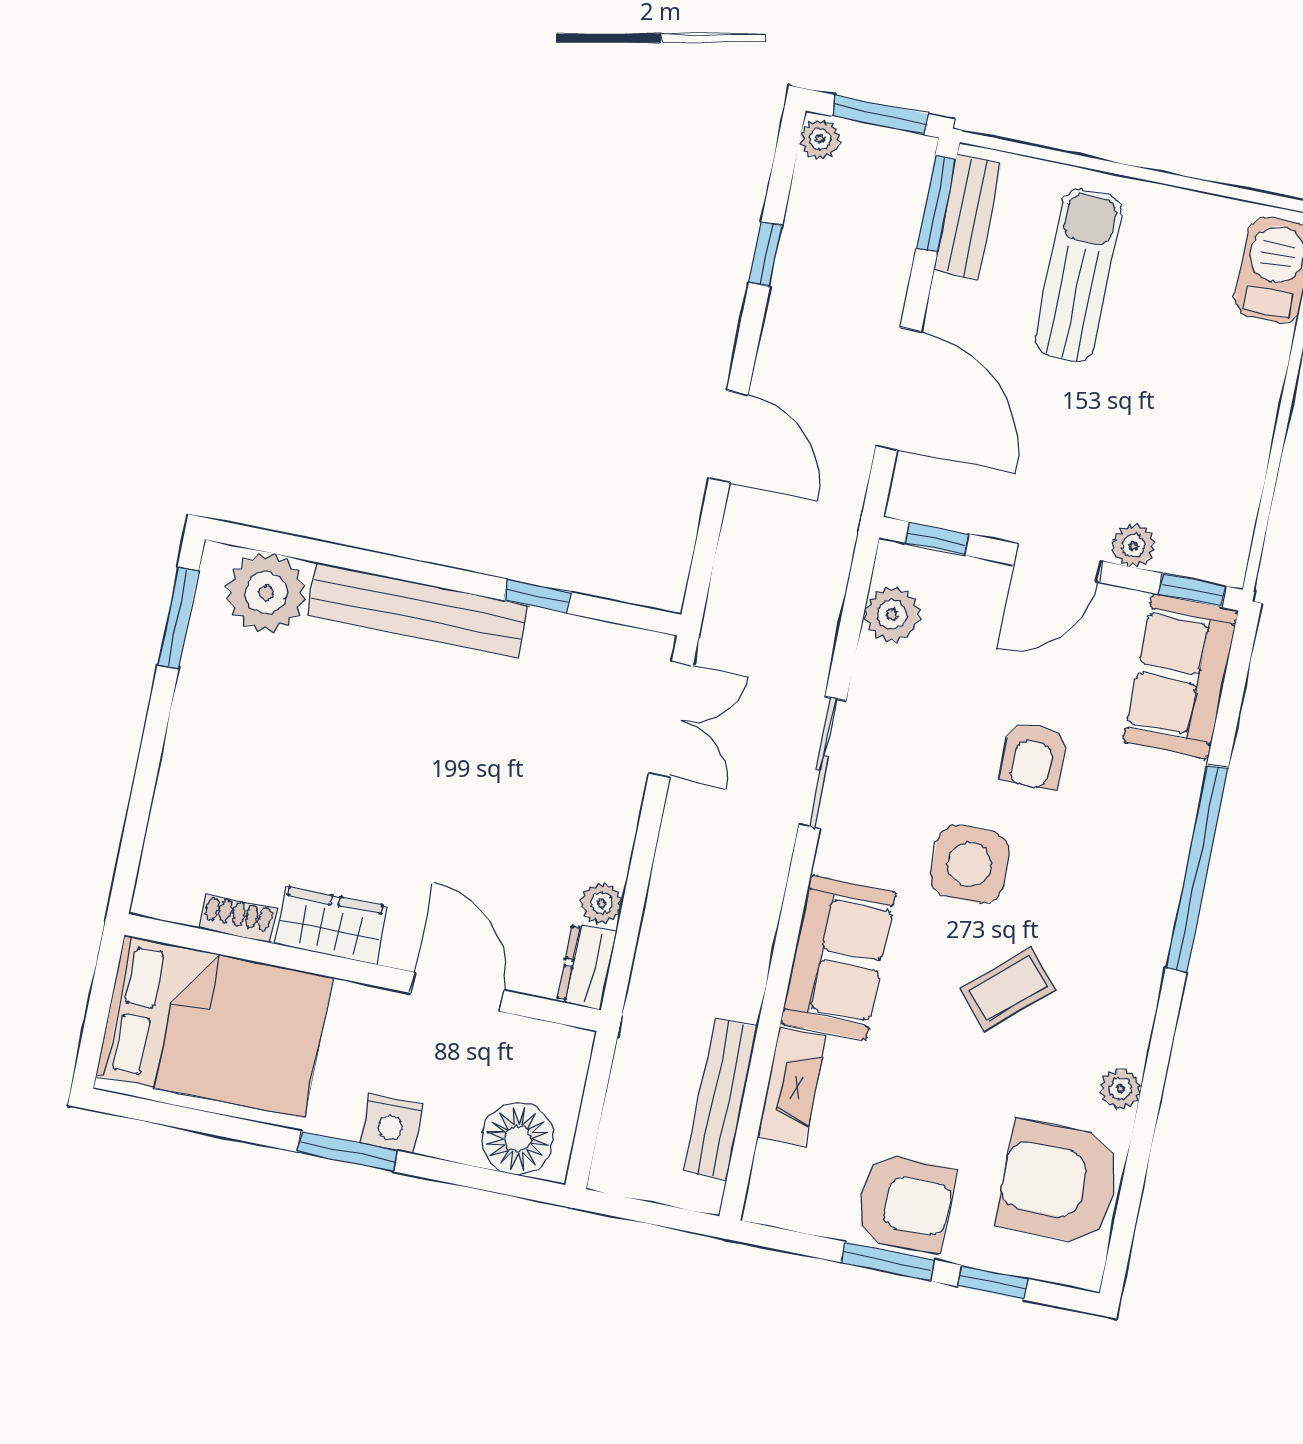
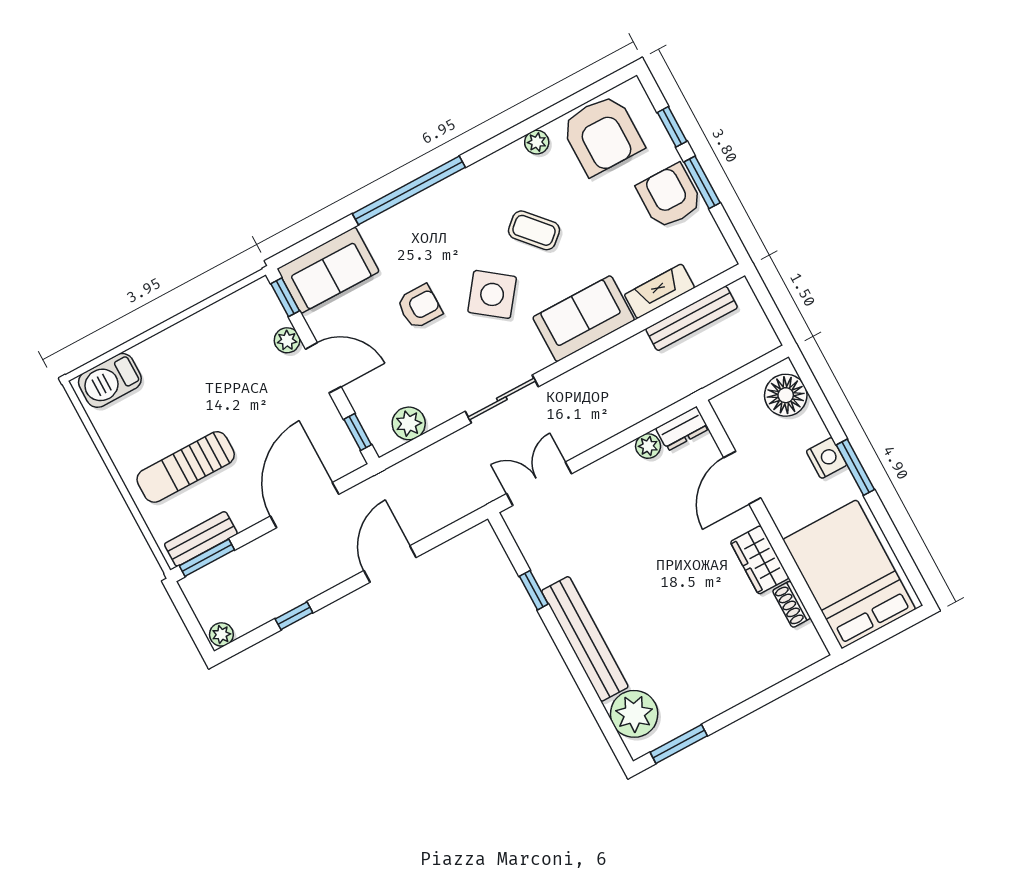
window: (880, 115) -> (188, 616), removed
side table: (970, 864) -> (492, 294), turned 37

